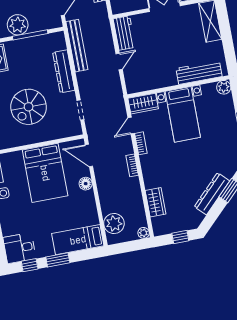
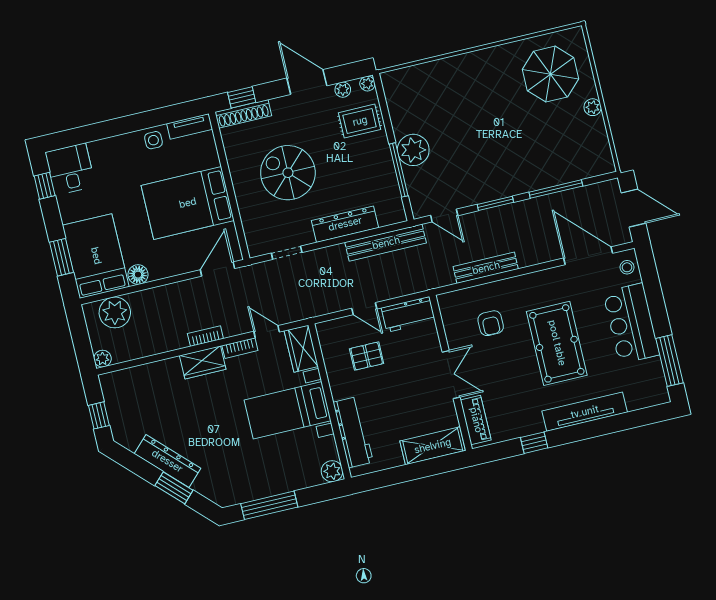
pallet: (150, 61) -> (367, 356), added
floor lamp: (86, 184) -> (138, 275), moved
wardrobe: (156, 202) -> (203, 362), moved
bed: (78, 240) -> (96, 256), width x1.50
window: (58, 260) -> (62, 257), moved

